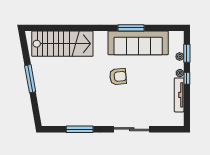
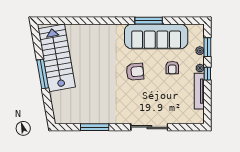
stairs: (62, 44) -> (57, 58), moved, turned -100
armchair: (153, 73) -> (172, 68), added

